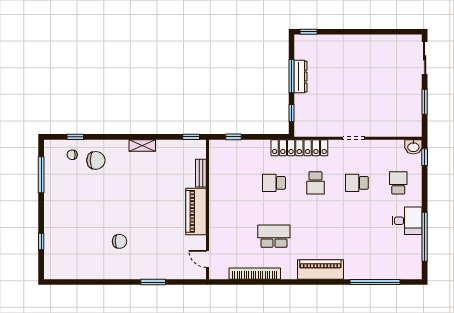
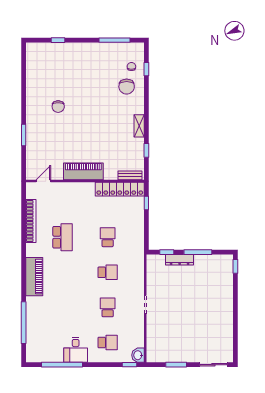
dresser: (301, 77) -> (180, 260), moved
window: (191, 137) -> (146, 150), moved
locker: (299, 148) -> (120, 189), moved, turned -90
bench: (201, 173) -> (130, 175), moved
school desk: (315, 183) -> (108, 272), turned 180

